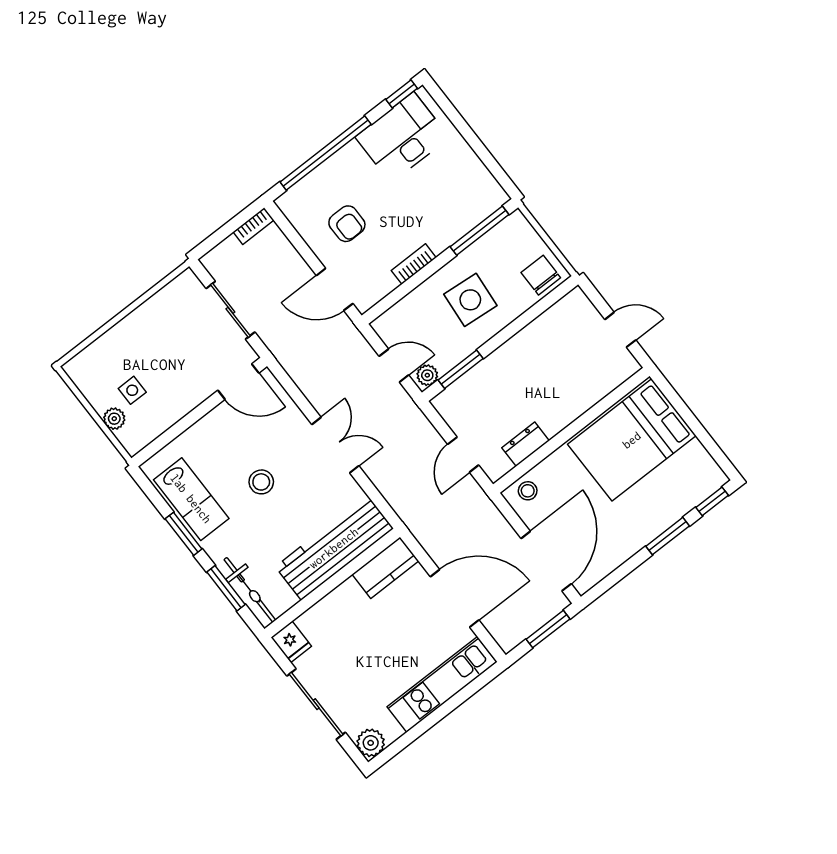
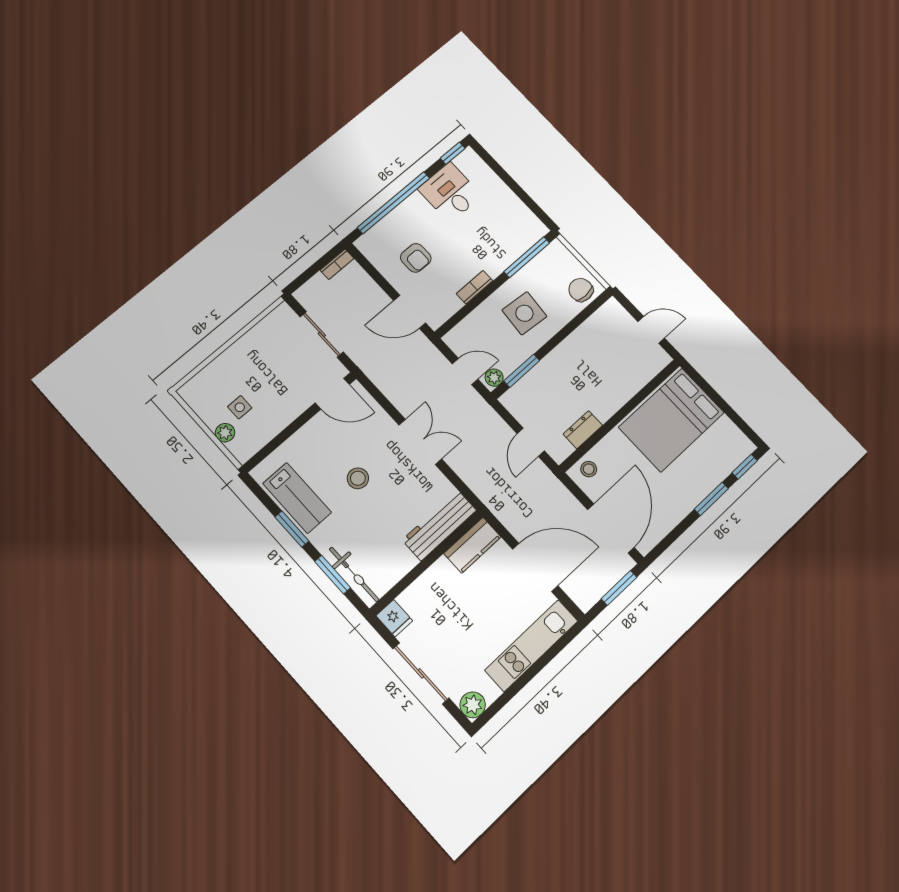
desk: (402, 137) -> (450, 192), width x0.73
workbench: (334, 548) -> (439, 525), width x0.73, depth x0.76

